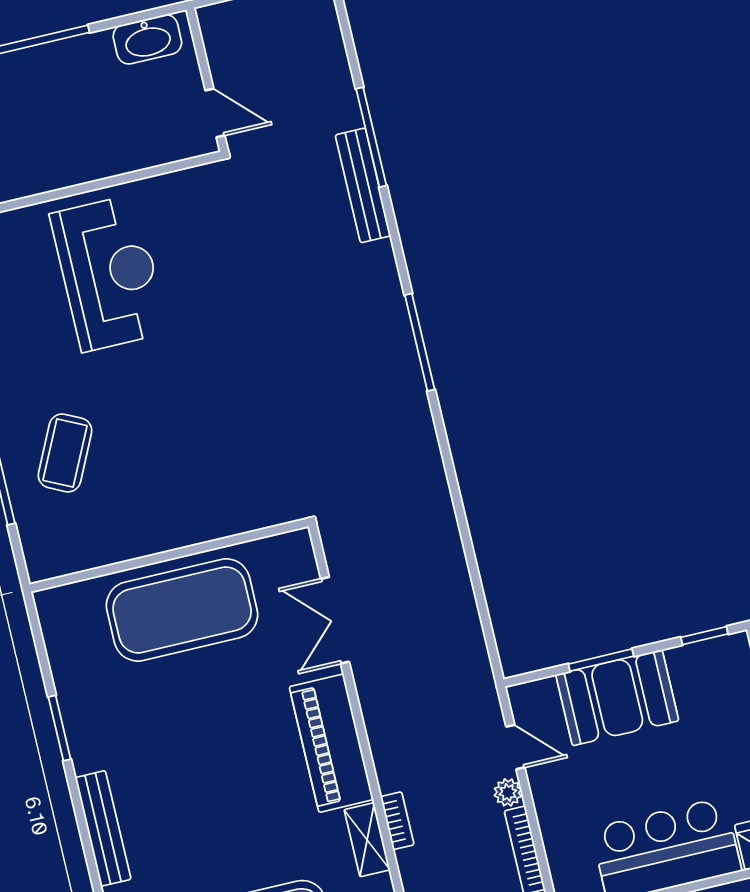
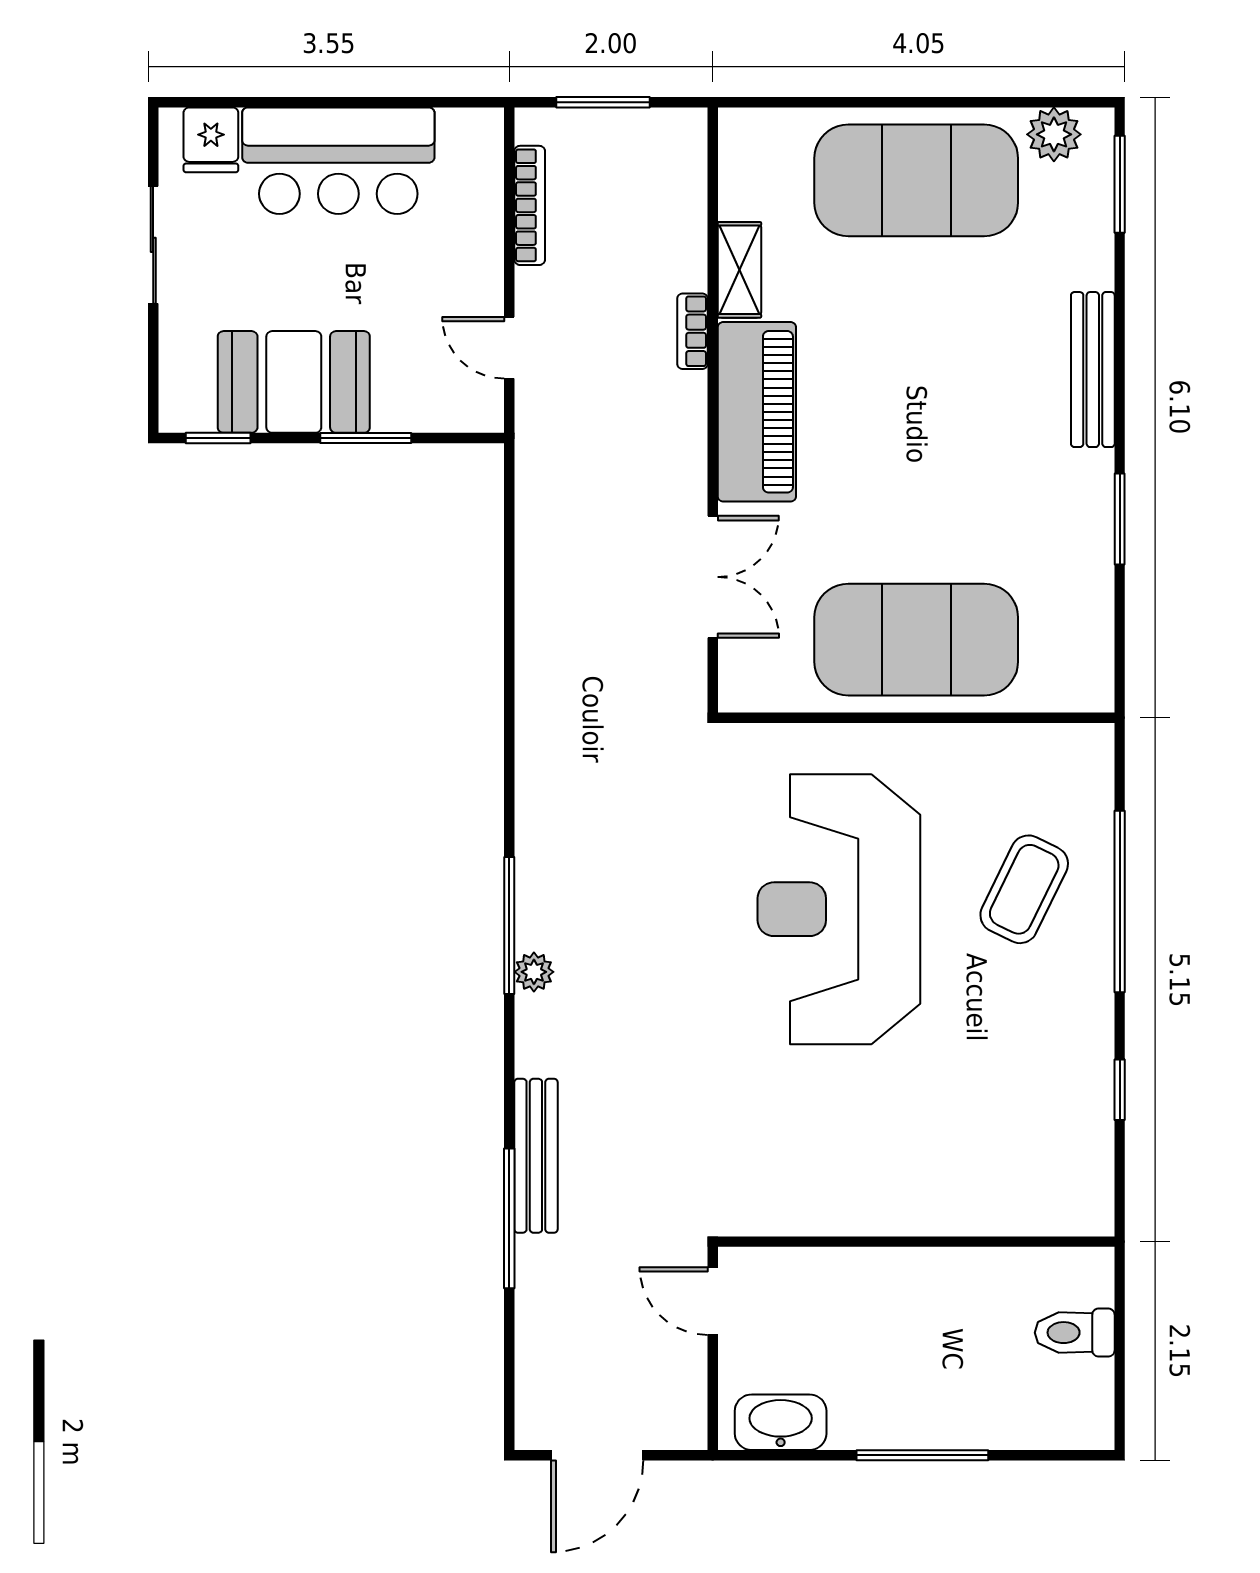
reception desk: (109, 273) -> (839, 909), moved, width x1.36, depth x1.30
booth: (617, 698) -> (294, 382), moved
plant: (508, 792) -> (534, 972), moved
bookcase: (397, 821) -> (692, 331), moved

